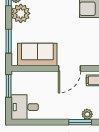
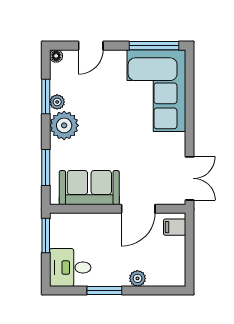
plant: (87, 114) -> (137, 278), moved
window: (80, 122) -> (104, 290), moved

